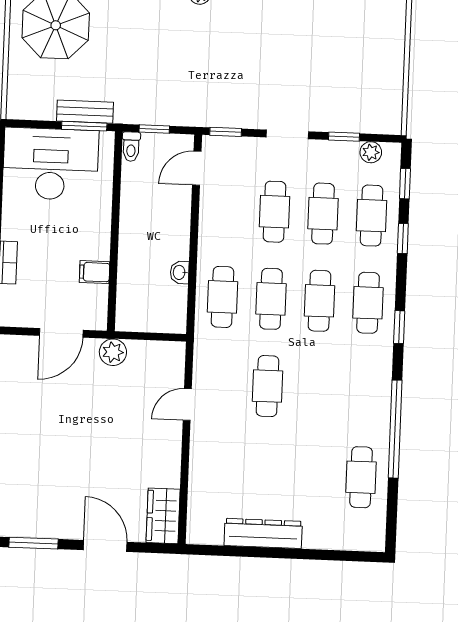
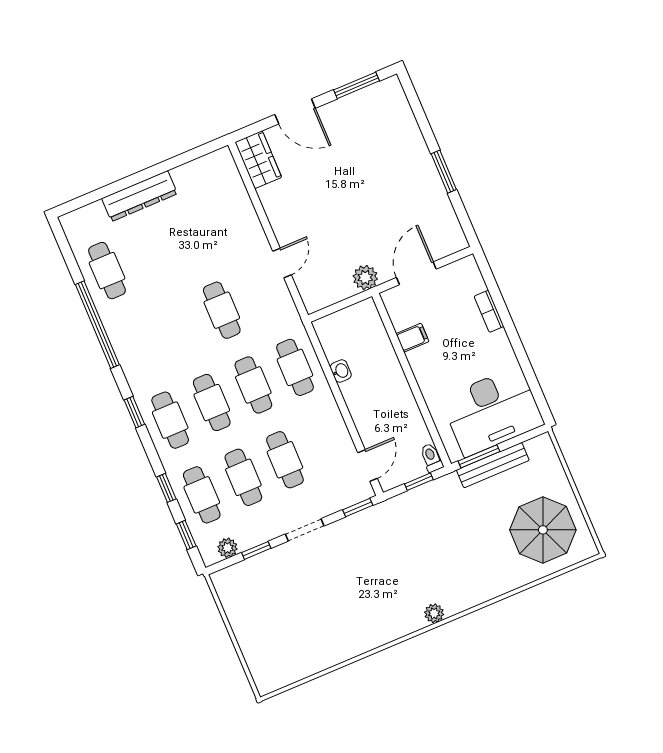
bench: (85, 112) -> (493, 465), width x1.36
dresser: (263, 533) -> (140, 196), moved

